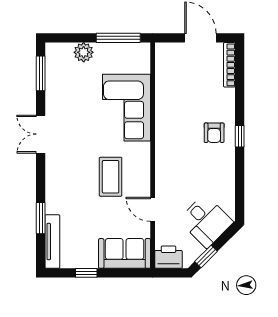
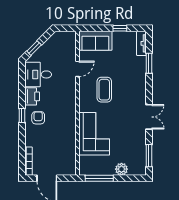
door: (153, 209) -> (77, 69), hinge flipped
desk: (206, 221) -> (38, 74), moved, turned -45
tv unit: (52, 242) -> (141, 43), width x0.71
window: (206, 256) -> (34, 48), moved
printer: (168, 257) -> (32, 96), moved, turned -90

